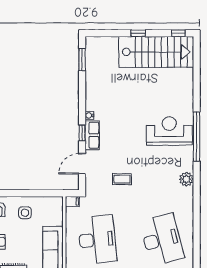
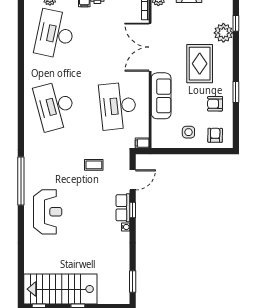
reception desk: (169, 131) -> (48, 212), turned -90
window: (197, 137) -> (21, 181), moved
plant: (186, 179) -> (31, 165), removed

